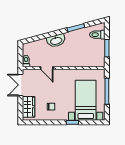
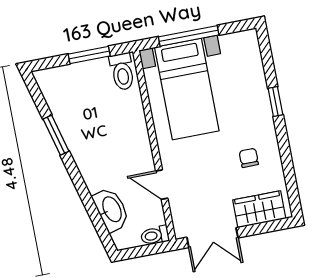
toilet: (97, 35) -> (122, 72), moved
washbasin: (56, 41) -> (111, 210), moved
door: (47, 68) -> (162, 185), swing flipped
bed with nightstands: (86, 100) -> (187, 89), moved, turned -90

